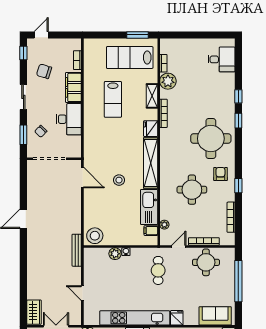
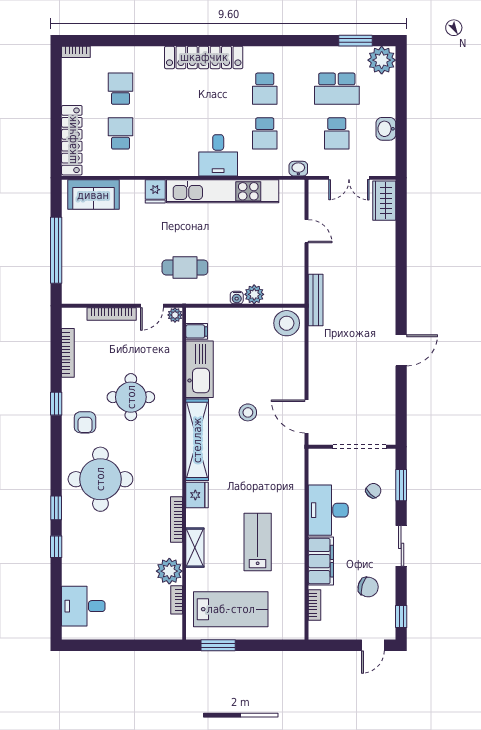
plant: (164, 225) -> (175, 315), moved
round table: (206, 262) -> (108, 280), removed
cafe table: (158, 270) -> (185, 267), turned 90

